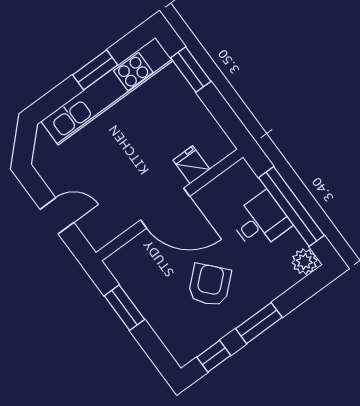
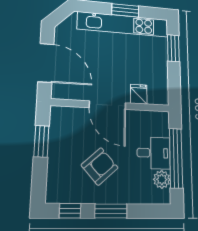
door: (57, 216) -> (46, 63), width x1.87
plant: (304, 261) -> (162, 179), moved

